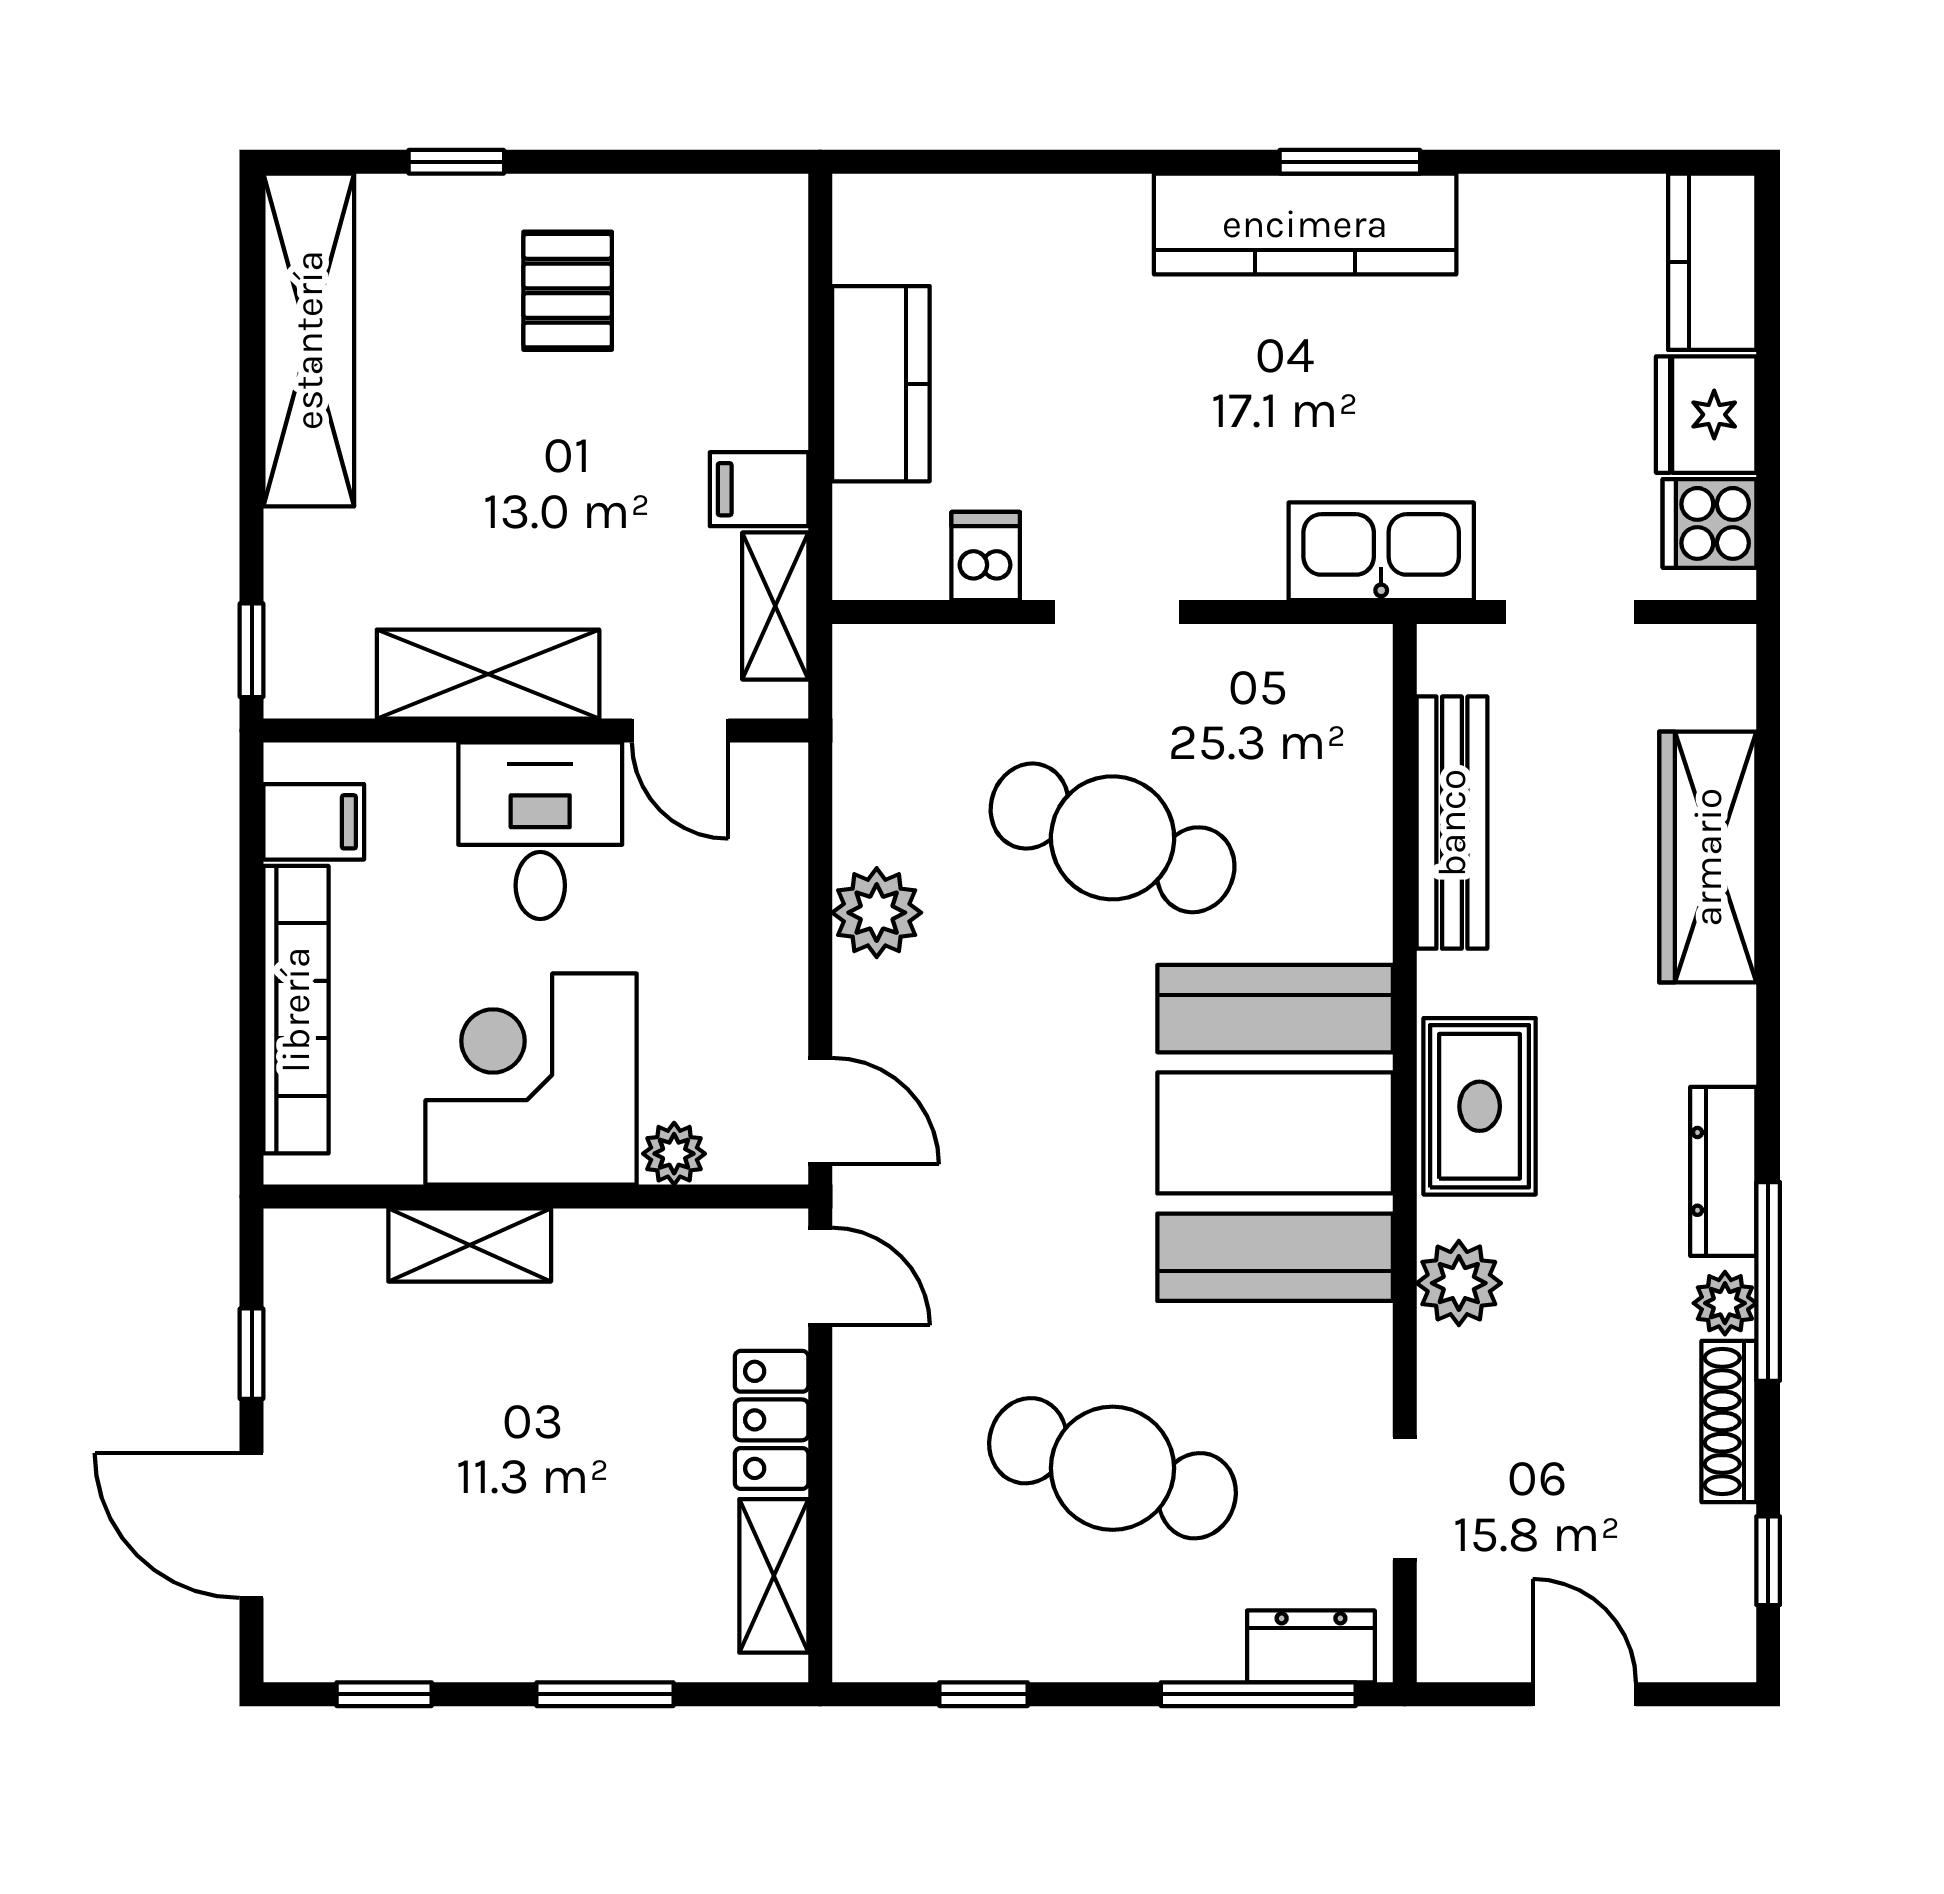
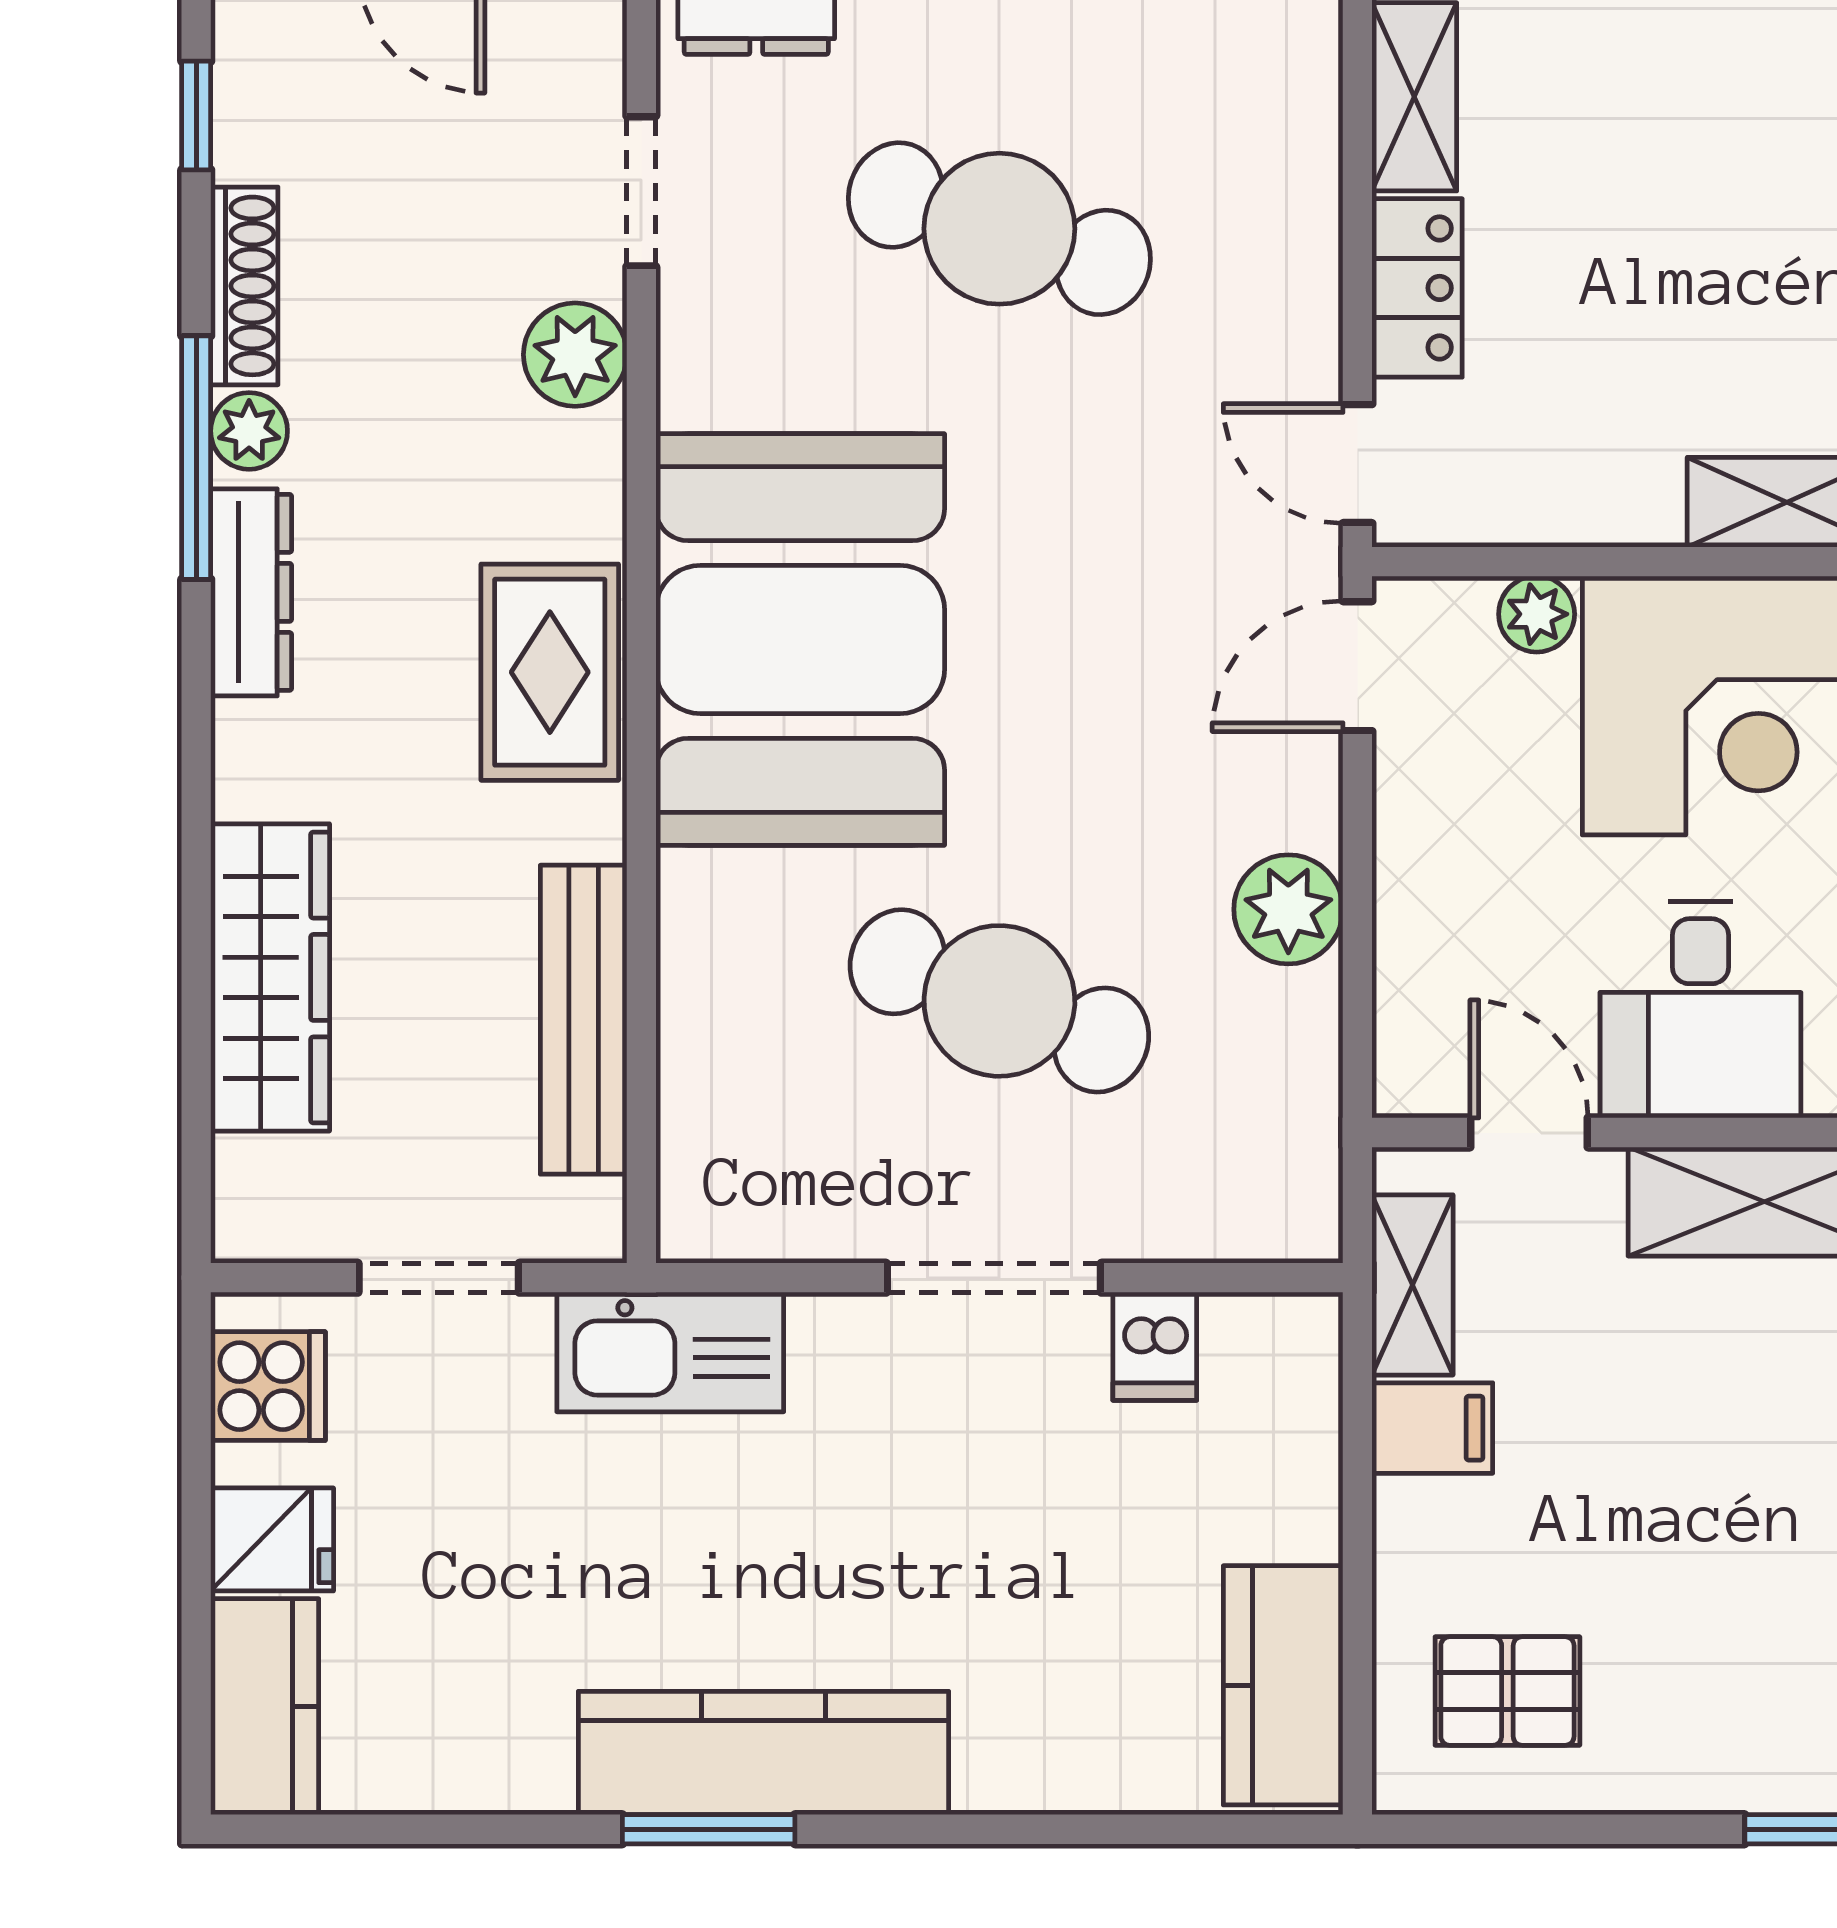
pallet: (568, 291) -> (1507, 1691), moved, turned 90
kitchen counter: (881, 384) -> (1283, 1685), moved
fridge: (1706, 415) -> (272, 1539), width x0.72
doorway: (1117, 612) -> (994, 1278), width x1.38
door: (820, 1111) -> (1357, 666), hinge flipped
plant: (1459, 1283) -> (575, 355), moved

